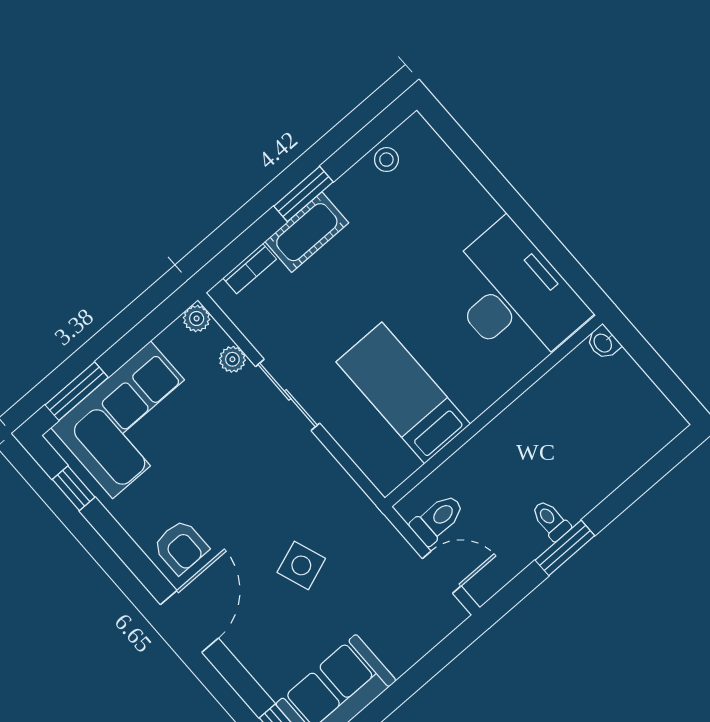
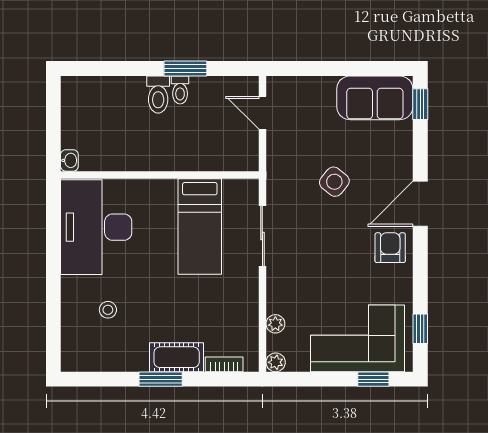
stool: (386, 160) -> (108, 310), moved
window: (77, 391) -> (373, 379), width x0.67
sliding door: (288, 395) -> (262, 236), moved
toilet: (437, 519) -> (158, 95), moved, turned -90
side table: (301, 565) -> (334, 182), turned -31

